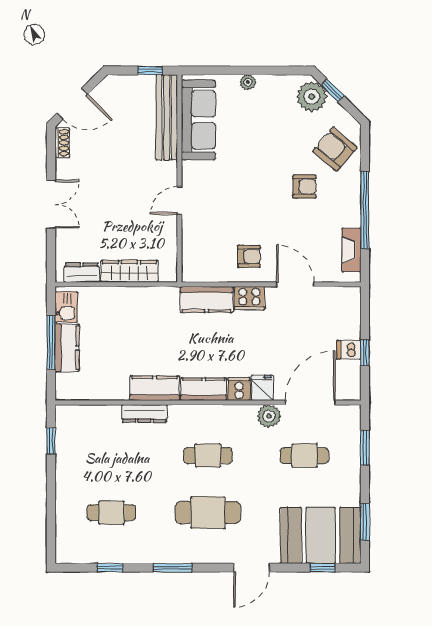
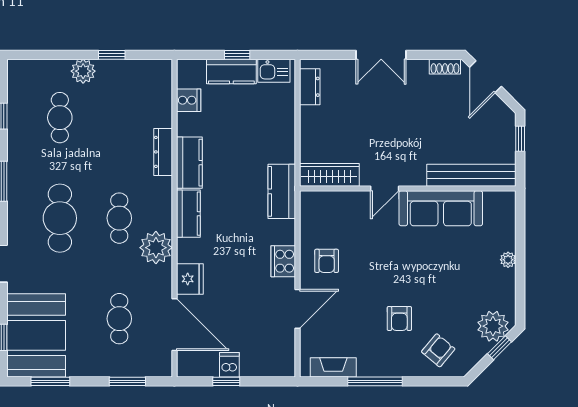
window: (150, 70) -> (520, 139), moved
sofa: (198, 120) -> (441, 208), moved
armchair: (335, 149) -> (438, 350), width x0.72, depth x0.72
door: (179, 201) -> (385, 188), swing flipped
window: (365, 210) -> (375, 381), width x0.68
wardrobe: (129, 271) -> (329, 175), moved, turned -90
kitchen counter: (206, 300) -> (282, 191), moved
window: (51, 342) -> (237, 55), width x0.46
fridge: (262, 388) -> (190, 279), width x1.38
cooker: (239, 389) -> (189, 100), moved
plant: (269, 416) -> (156, 248), moved, width x1.36, depth x1.36
window: (51, 441) -> (112, 55), moved
plant: (67, 490) -> (83, 71), added

